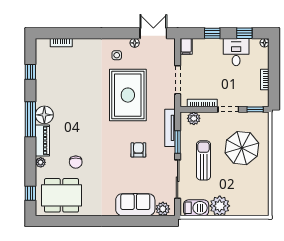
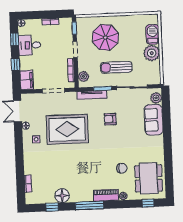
filing cabinet: (186, 46) -> (27, 80), width x2.00
floor lamp: (44, 115) -> (62, 196), moved
barbecue: (196, 208) -> (152, 34), moved

